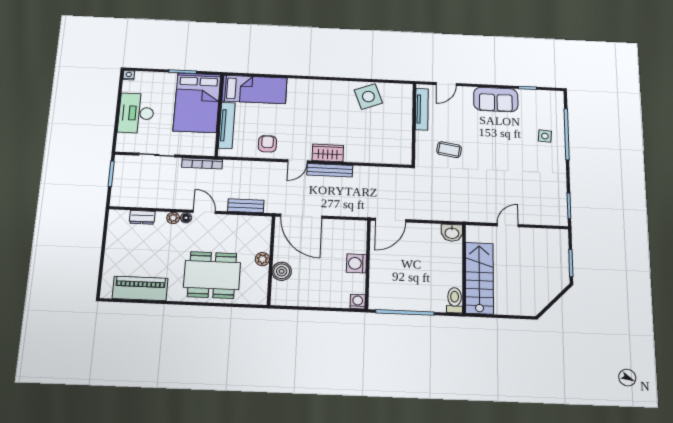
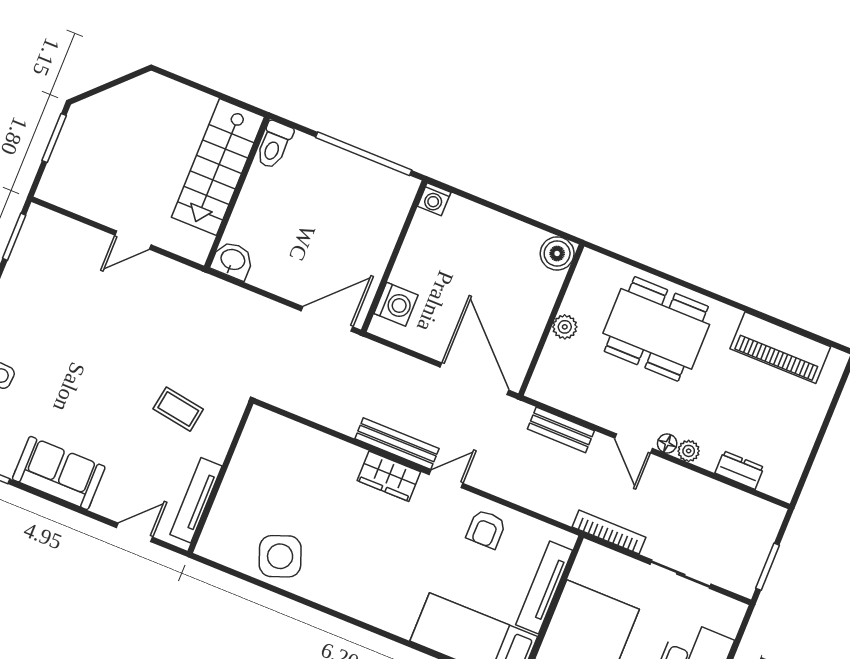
washing machine: (356, 263) -> (396, 304), moved
boiler: (282, 271) -> (557, 253), moved

